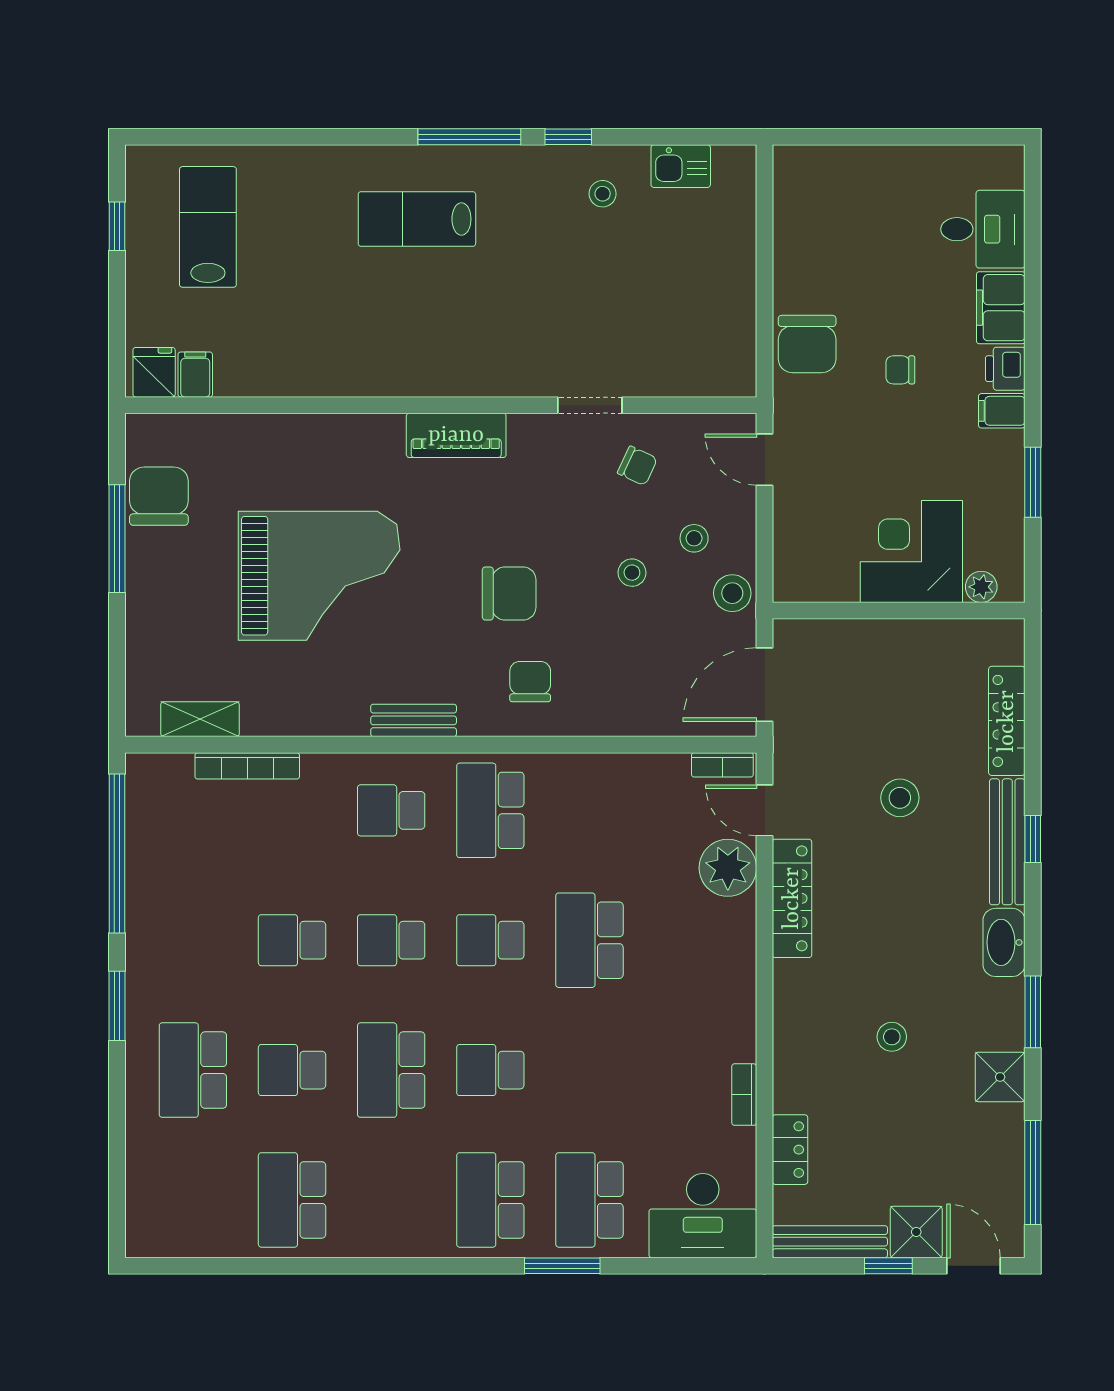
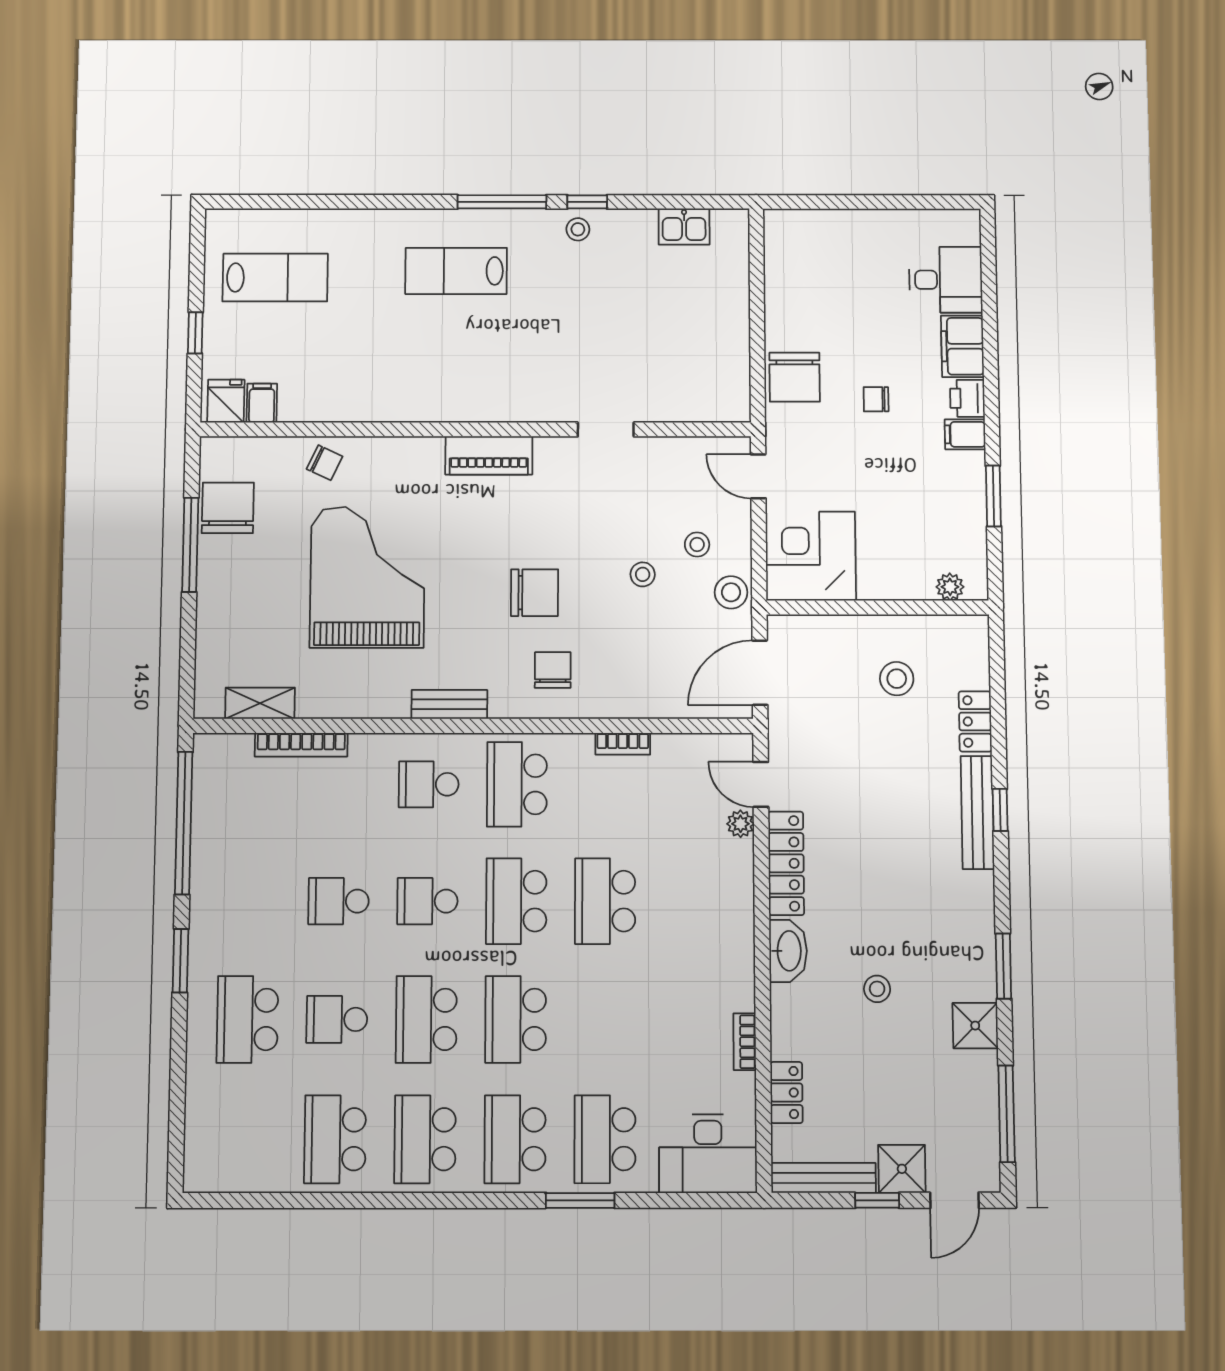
stool: (603, 194) -> (578, 229), moved
window: (117, 226) -> (195, 333), moved
lab bench: (208, 227) -> (275, 278), turned 90
chair: (637, 466) -> (325, 463), moved
corner desk: (911, 552) -> (811, 556), moved
grand piano: (319, 576) -> (367, 577), turned -90
locker: (1007, 721) -> (975, 721), width x0.66
bookcase: (722, 765) -> (623, 744), moved
stool: (900, 798) -> (897, 679), moved
plant: (728, 868) -> (740, 824), width x0.53, depth x0.53
school desk: (490, 940) -> (516, 901), width x1.85
washbasin: (1004, 942) -> (788, 951), moved, turned 180
school desk: (490, 1070) -> (516, 1019), width x1.85
school desk: (391, 1200) -> (425, 1139), added
door: (974, 1266) -> (955, 1200), swing flipped

